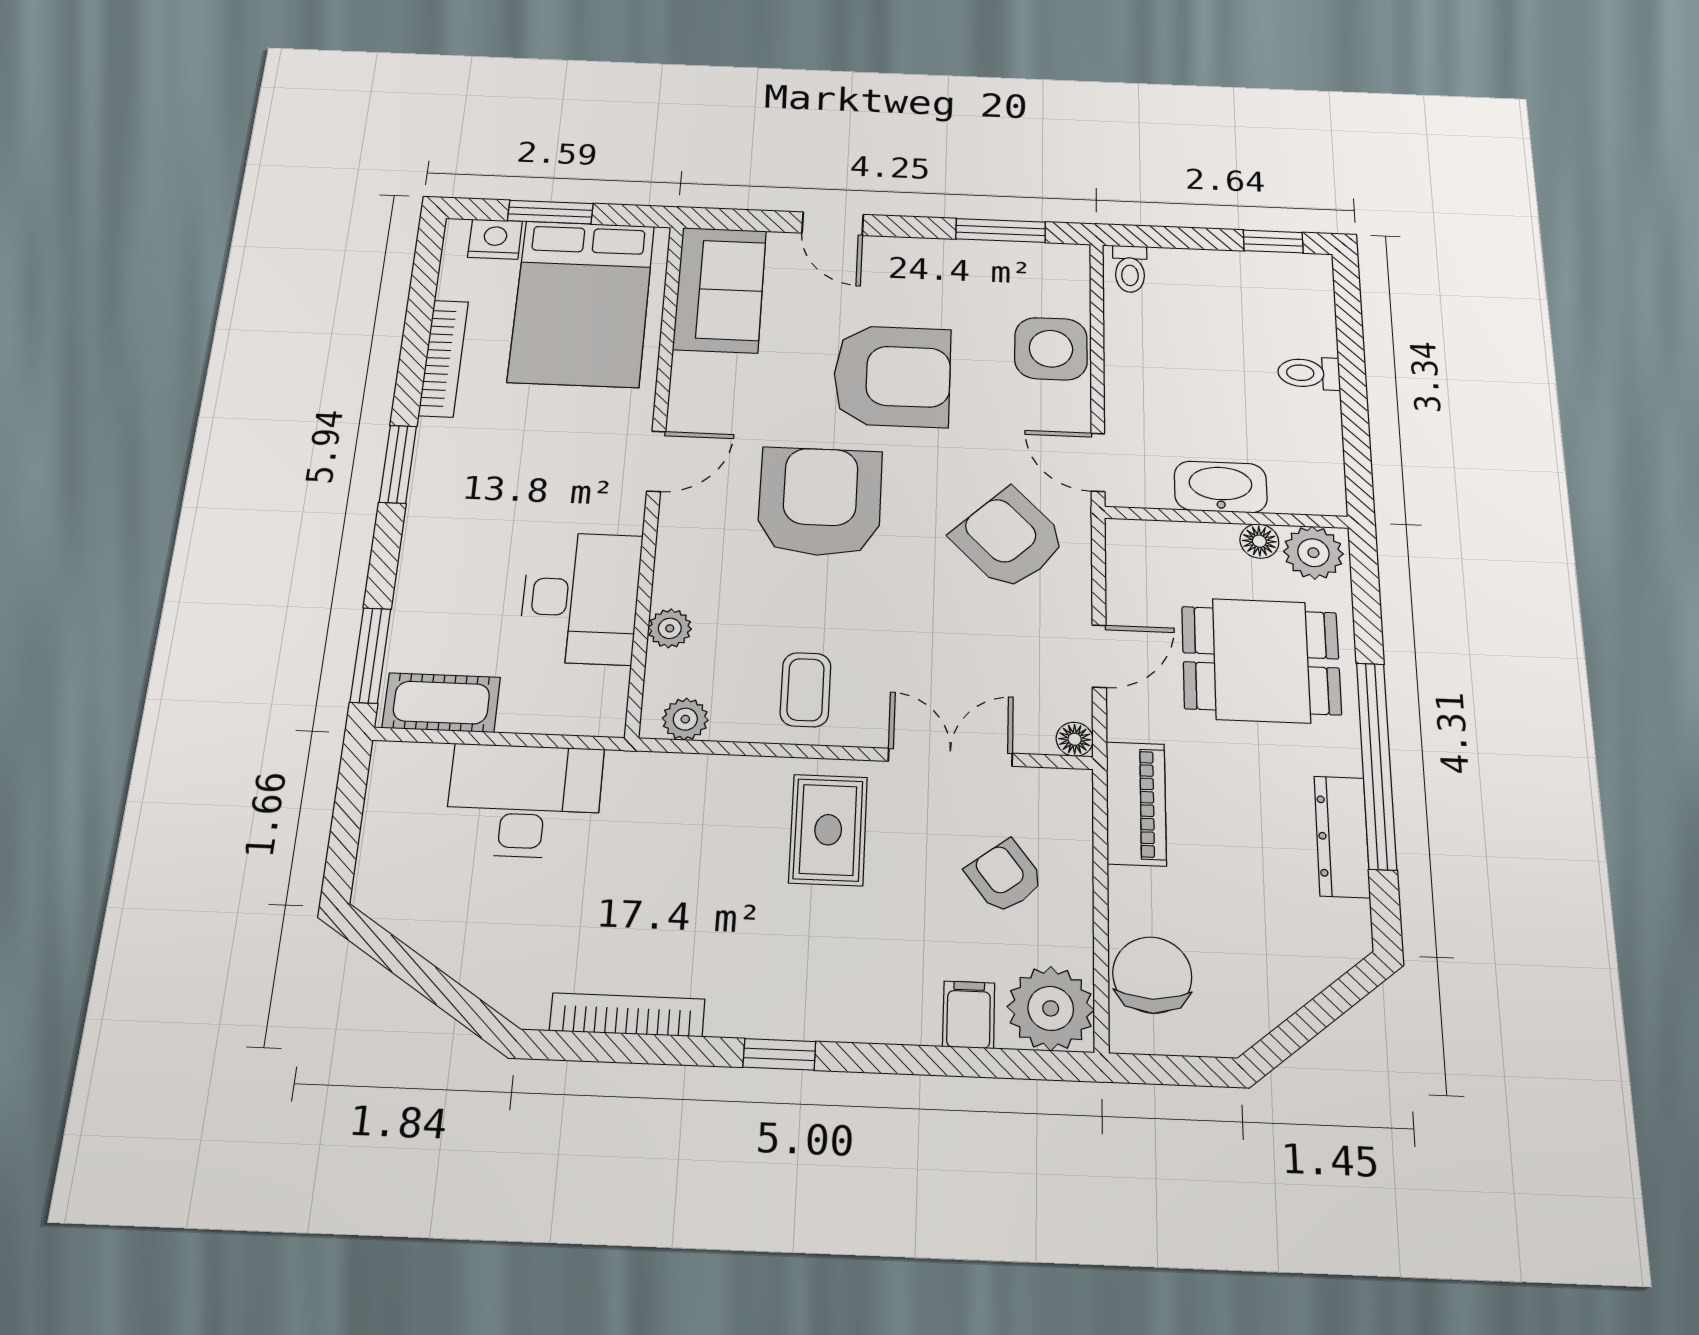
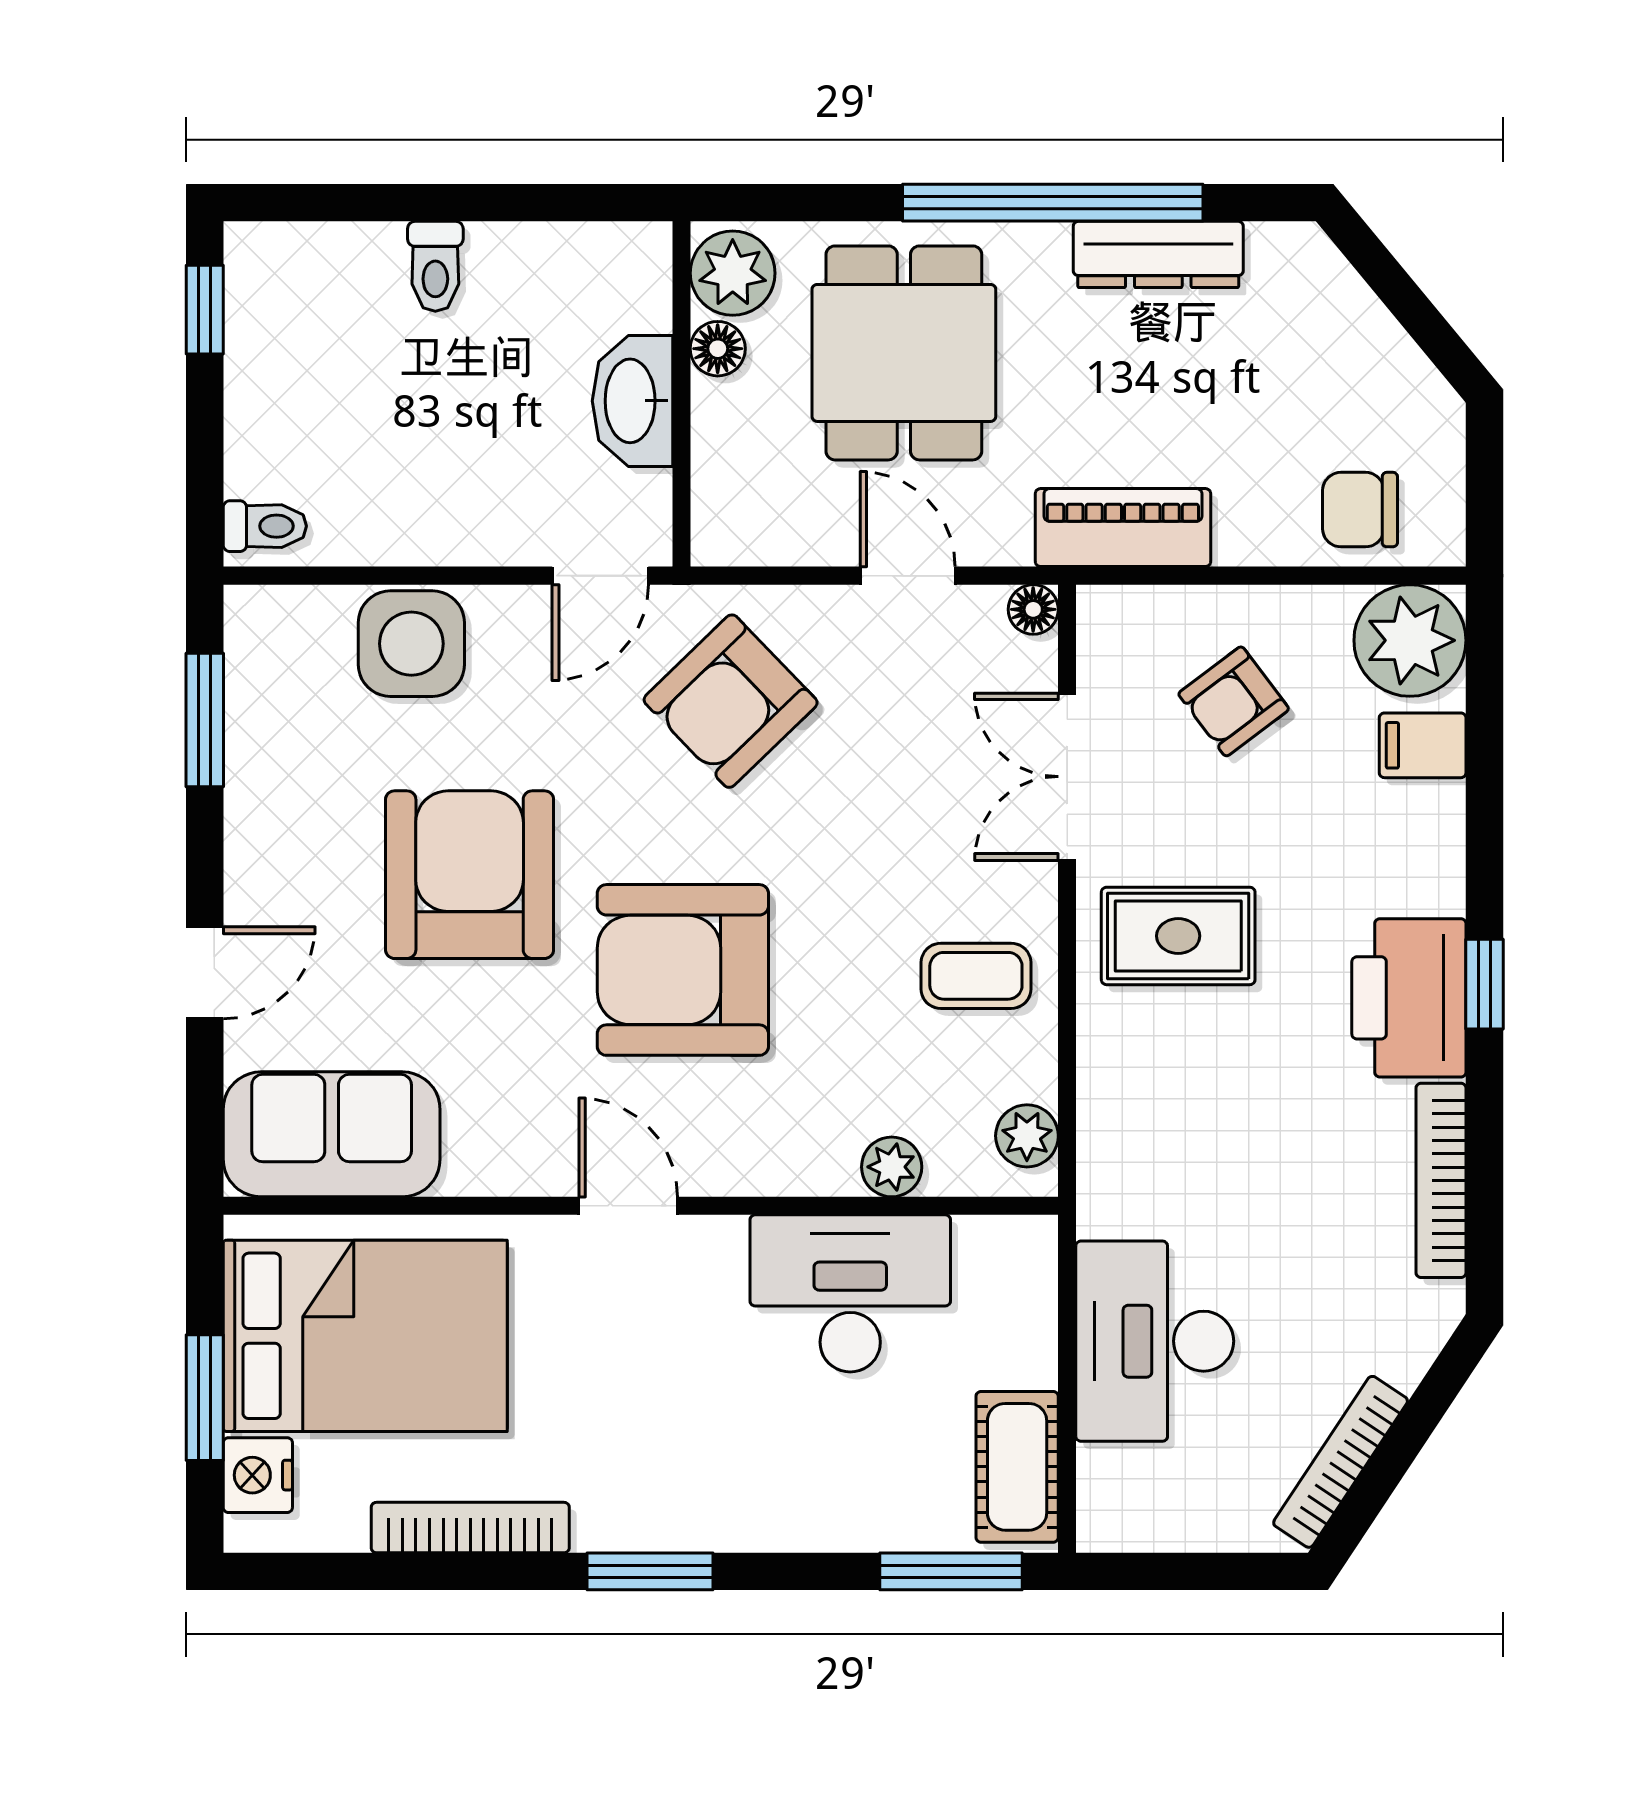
bookcase: (416, 931) -> (1341, 1462), added
chair: (1152, 975) -> (1360, 510), width x0.73, depth x0.73
printer: (772, 996) -> (1409, 998), added

